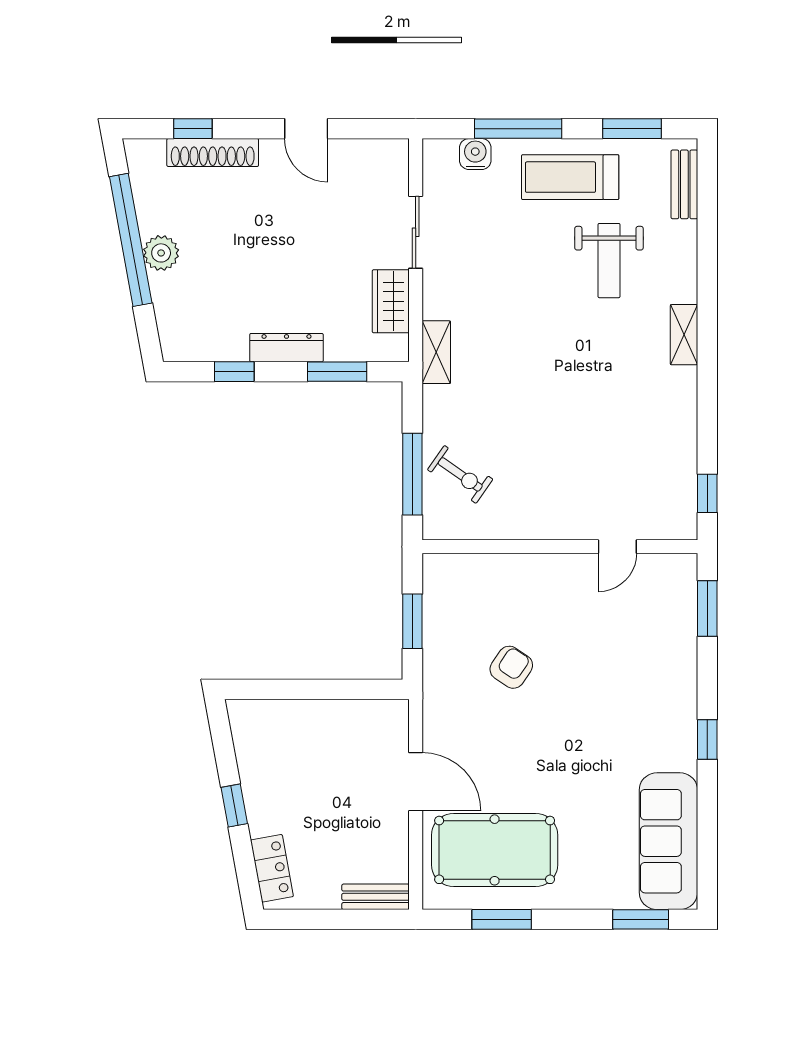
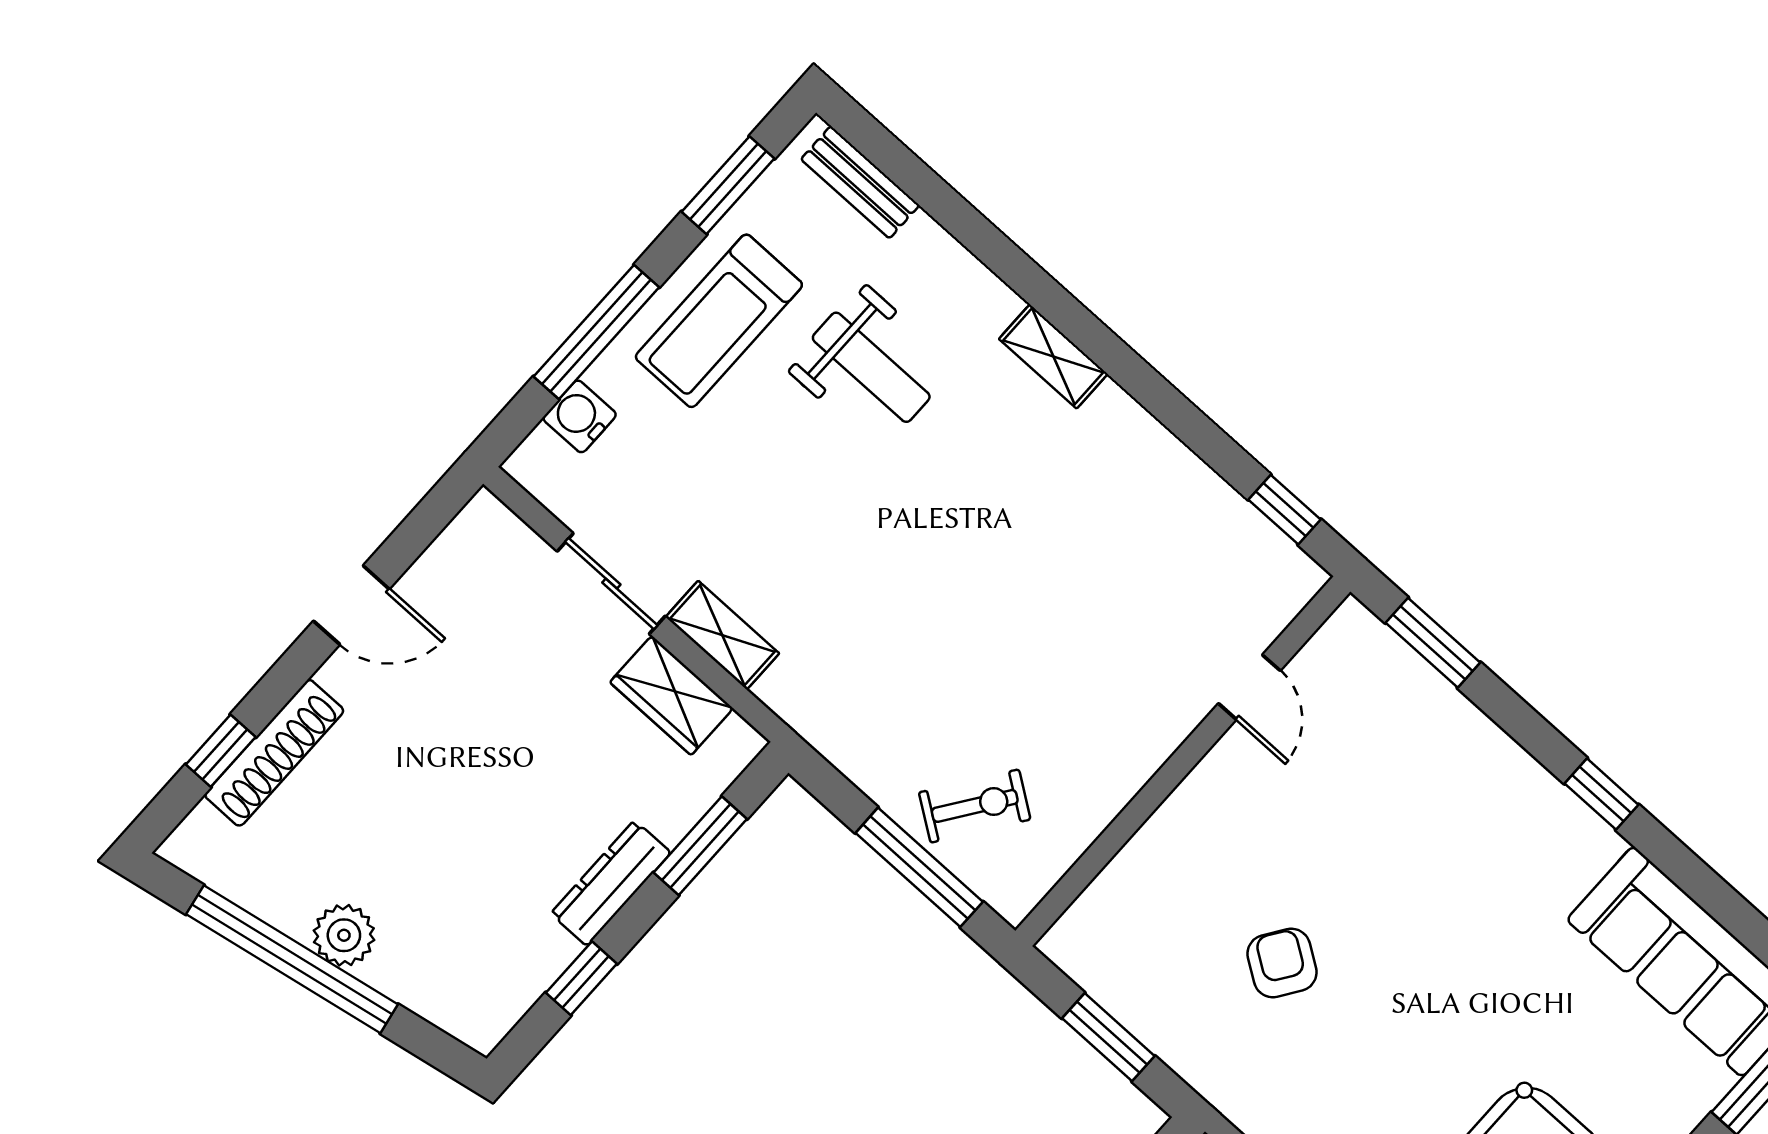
shelving: (436, 352) -> (722, 635), moved

